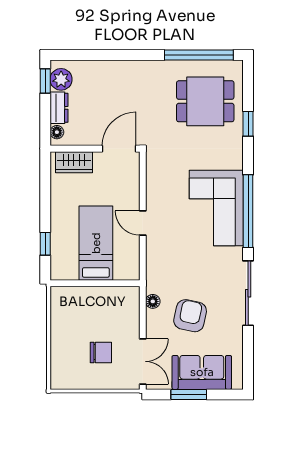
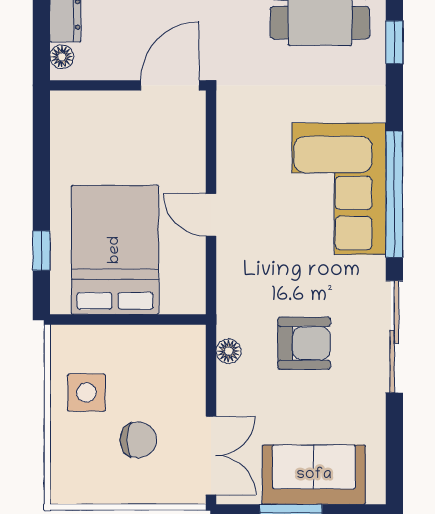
wardrobe: (74, 162) -> (92, 109), removed
bed: (96, 243) -> (115, 250), width x1.50
armchair: (190, 316) -> (304, 343), moved, turned 78
side table: (71, 325) -> (86, 393), added

